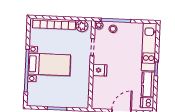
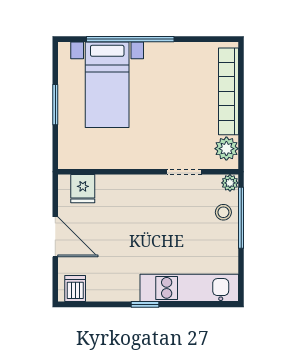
bed with nightstands: (49, 65) -> (107, 85), moved
fridge: (100, 70) -> (83, 189), moved
kitchen counter: (148, 84) -> (113, 289), removed

